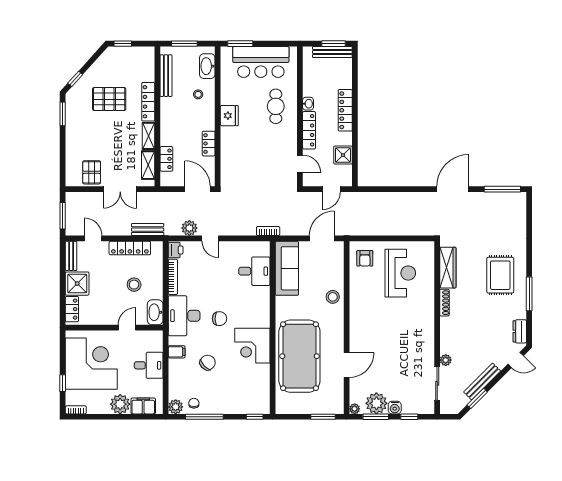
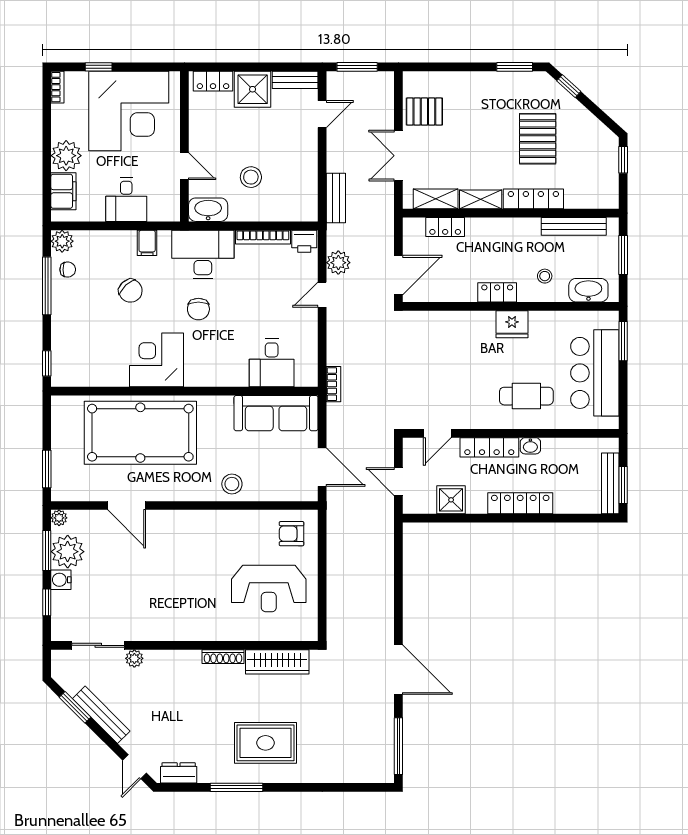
locker: (209, 144) -> (497, 292), moved
locker: (130, 248) -> (307, 171), removed

